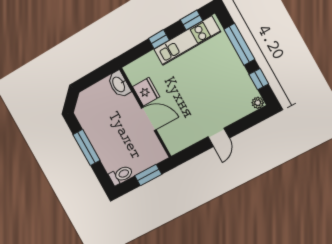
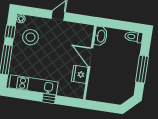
window: (191, 20) -> (22, 94), removed
washbasin: (119, 84) -> (101, 36), moved
stool: (231, 91) -> (30, 37), added
window: (148, 175) -> (117, 25), removed

